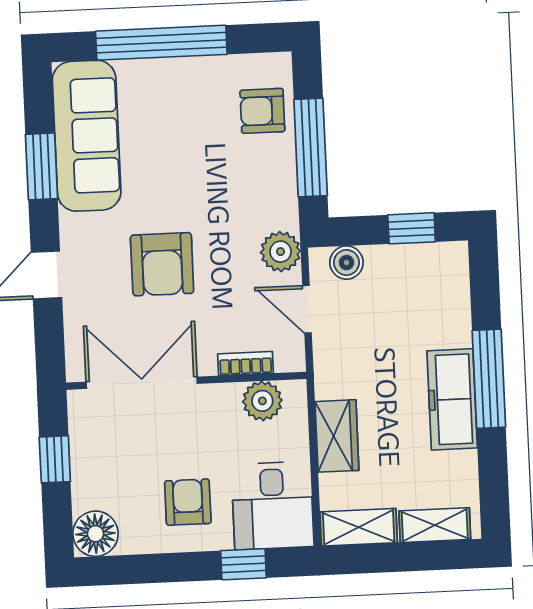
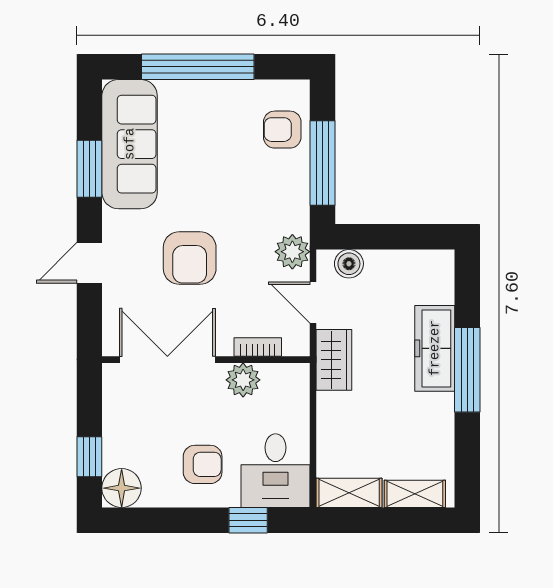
window: (412, 228) -> (406, 237), removed
freezer: (452, 399) -> (435, 348), moved
plant: (262, 401) -> (243, 380), moved
wardrobe: (337, 436) -> (334, 360), moved
window: (55, 459) -> (89, 457), moved
armchair: (188, 502) -> (203, 464), turned 90

